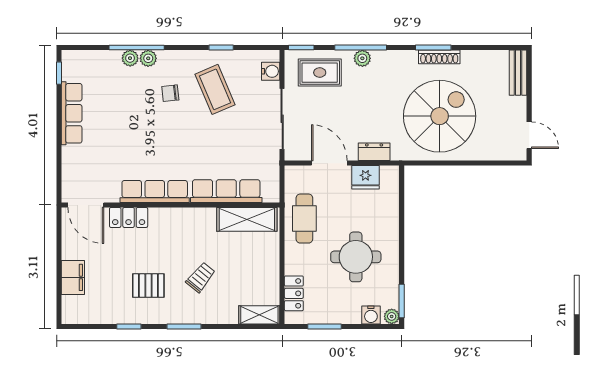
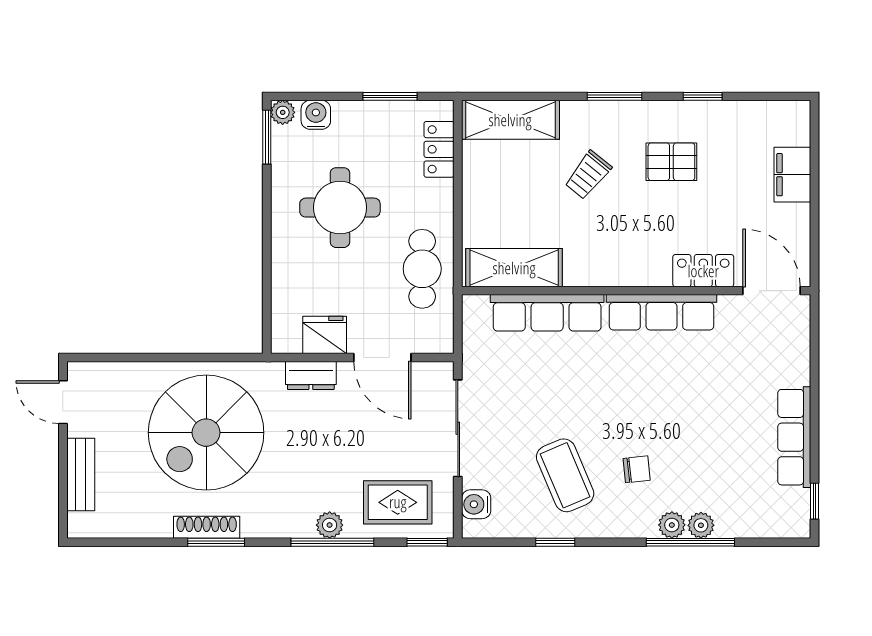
bench: (518, 73) -> (81, 474), moved
shelving: (259, 315) -> (510, 120), width x1.50, depth x1.33

